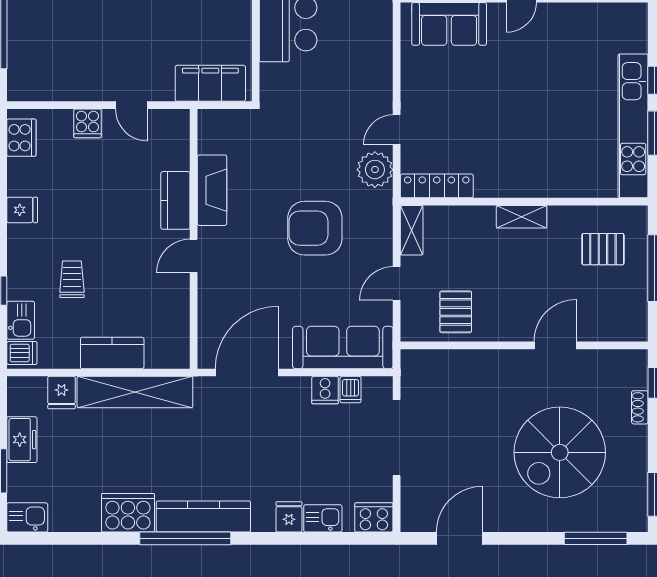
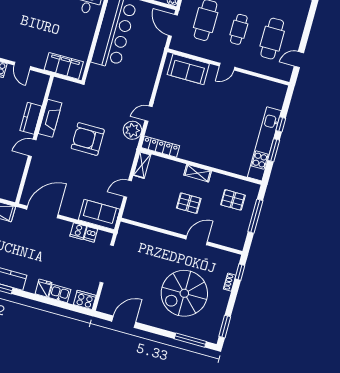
armchair: (315, 228) -> (88, 139), moved
pallet: (456, 312) -> (189, 203), moved, turned 90
sofa: (343, 348) -> (99, 215), width x0.73

